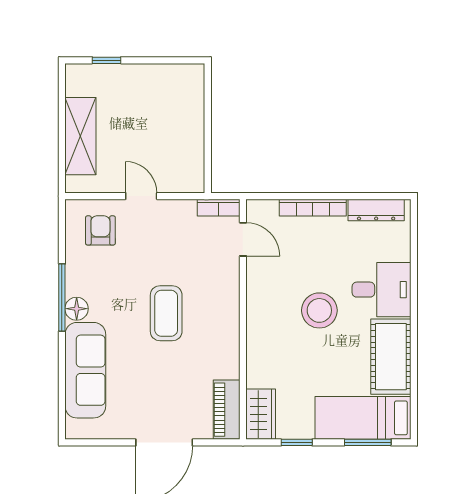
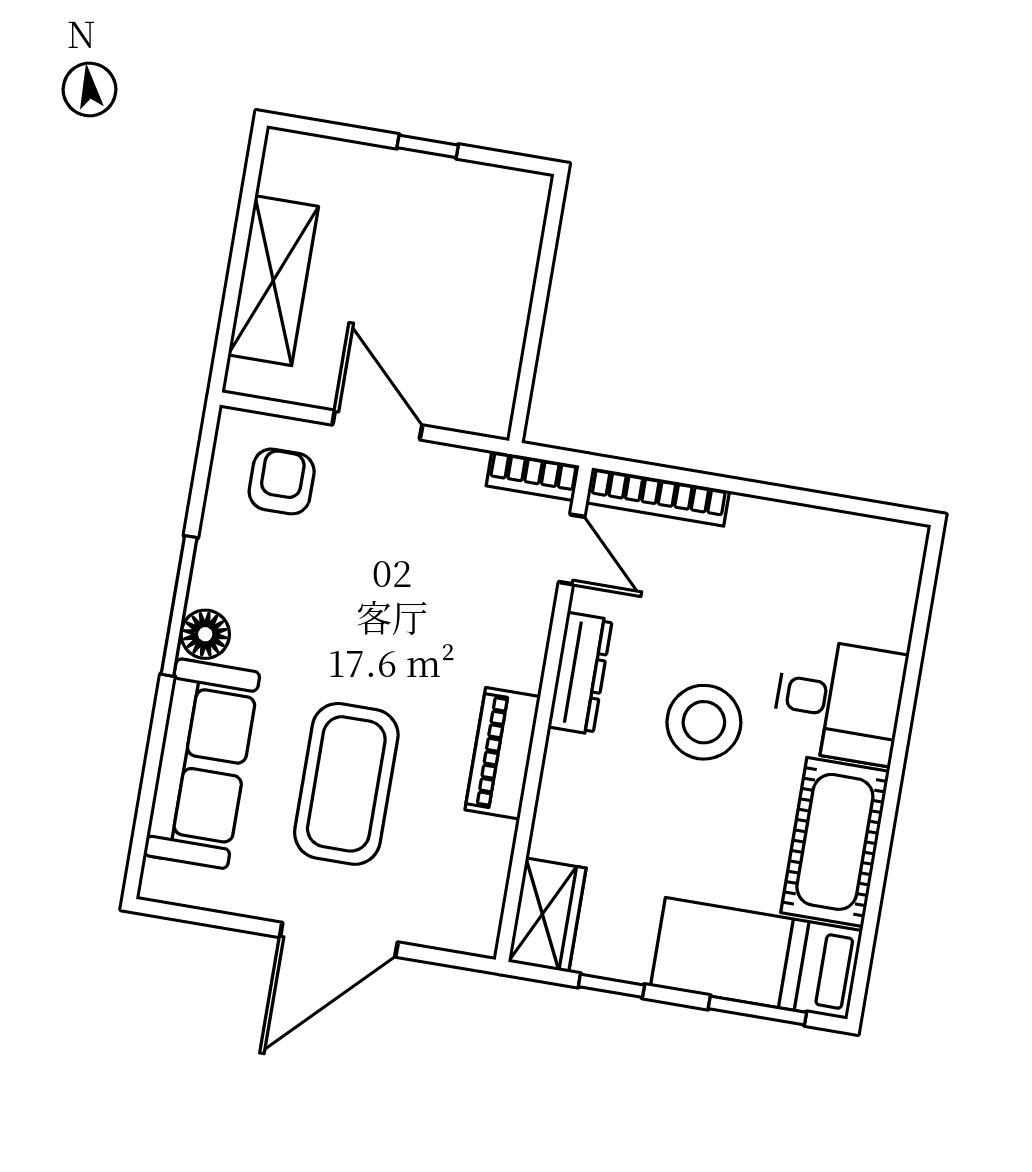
window: (106, 60) -> (428, 146), moved
door: (141, 196) -> (377, 425), width x1.38
bookcase: (313, 208) -> (658, 497), moved
dresser: (376, 210) -> (580, 673), moved, turned -90
coffee table: (166, 313) -> (346, 784), moved, width x1.36, depth x1.32
piano: (227, 410) -> (503, 753), moved

